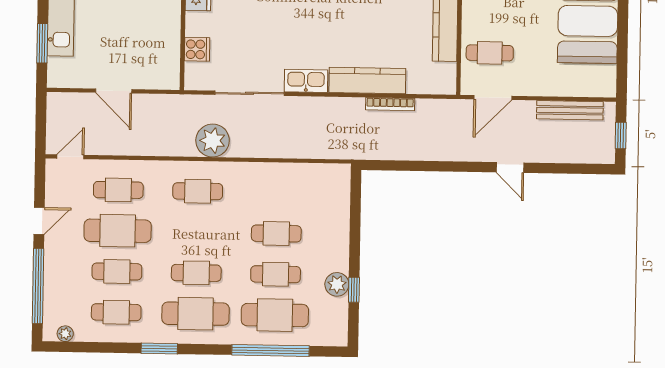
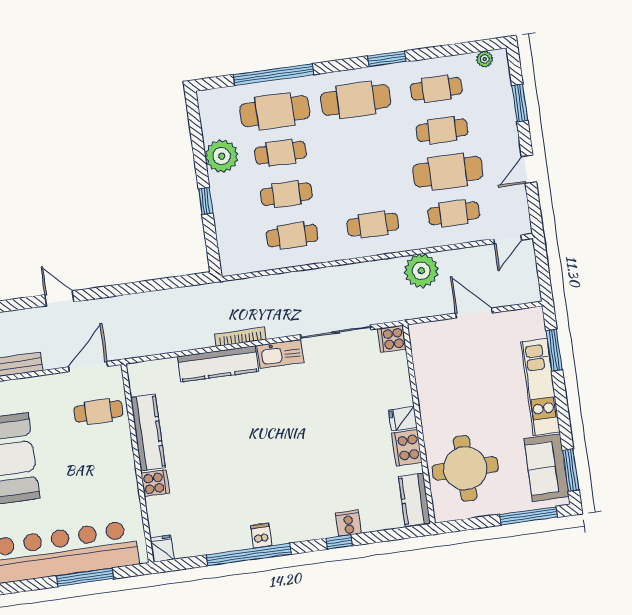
cooker: (197, 49) -> (392, 339), moved
bookcase: (390, 104) -> (240, 337), moved
plant: (213, 140) -> (421, 271), moved
cafe table: (196, 273) -> (292, 236), moved
plant: (337, 284) -> (222, 156), width x1.36, depth x1.36
window: (38, 286) -> (520, 103), width x0.47
window: (354, 290) -> (206, 201), moved

